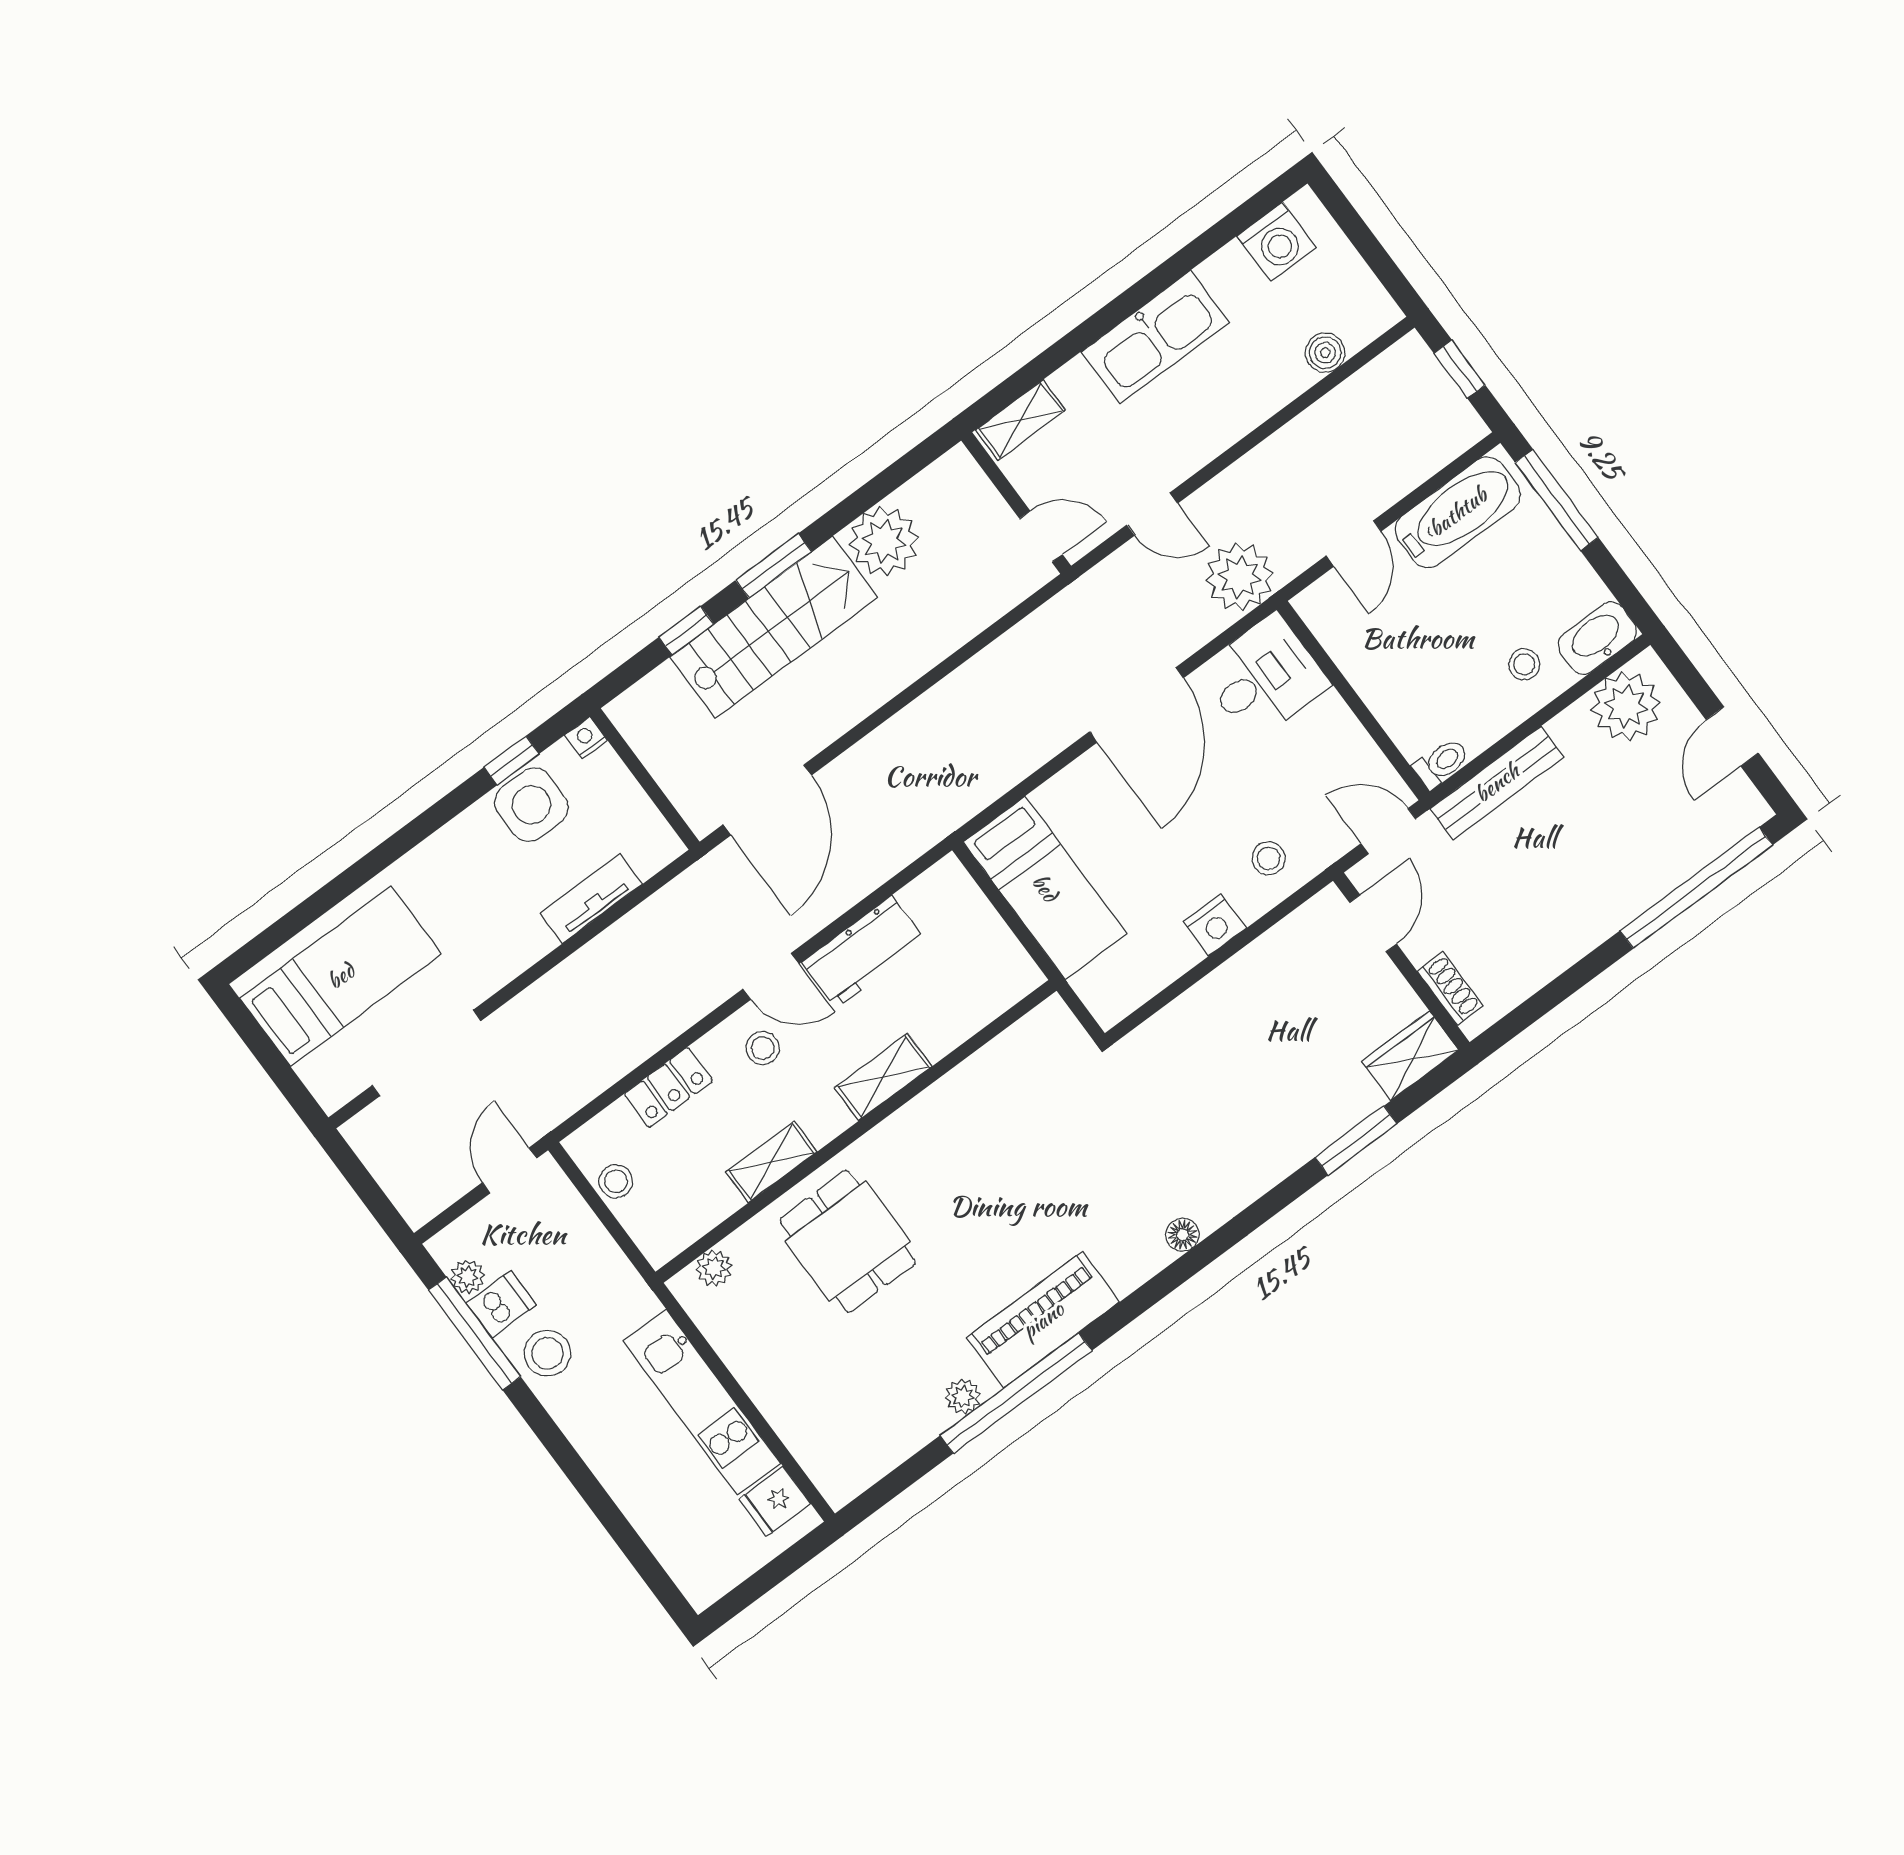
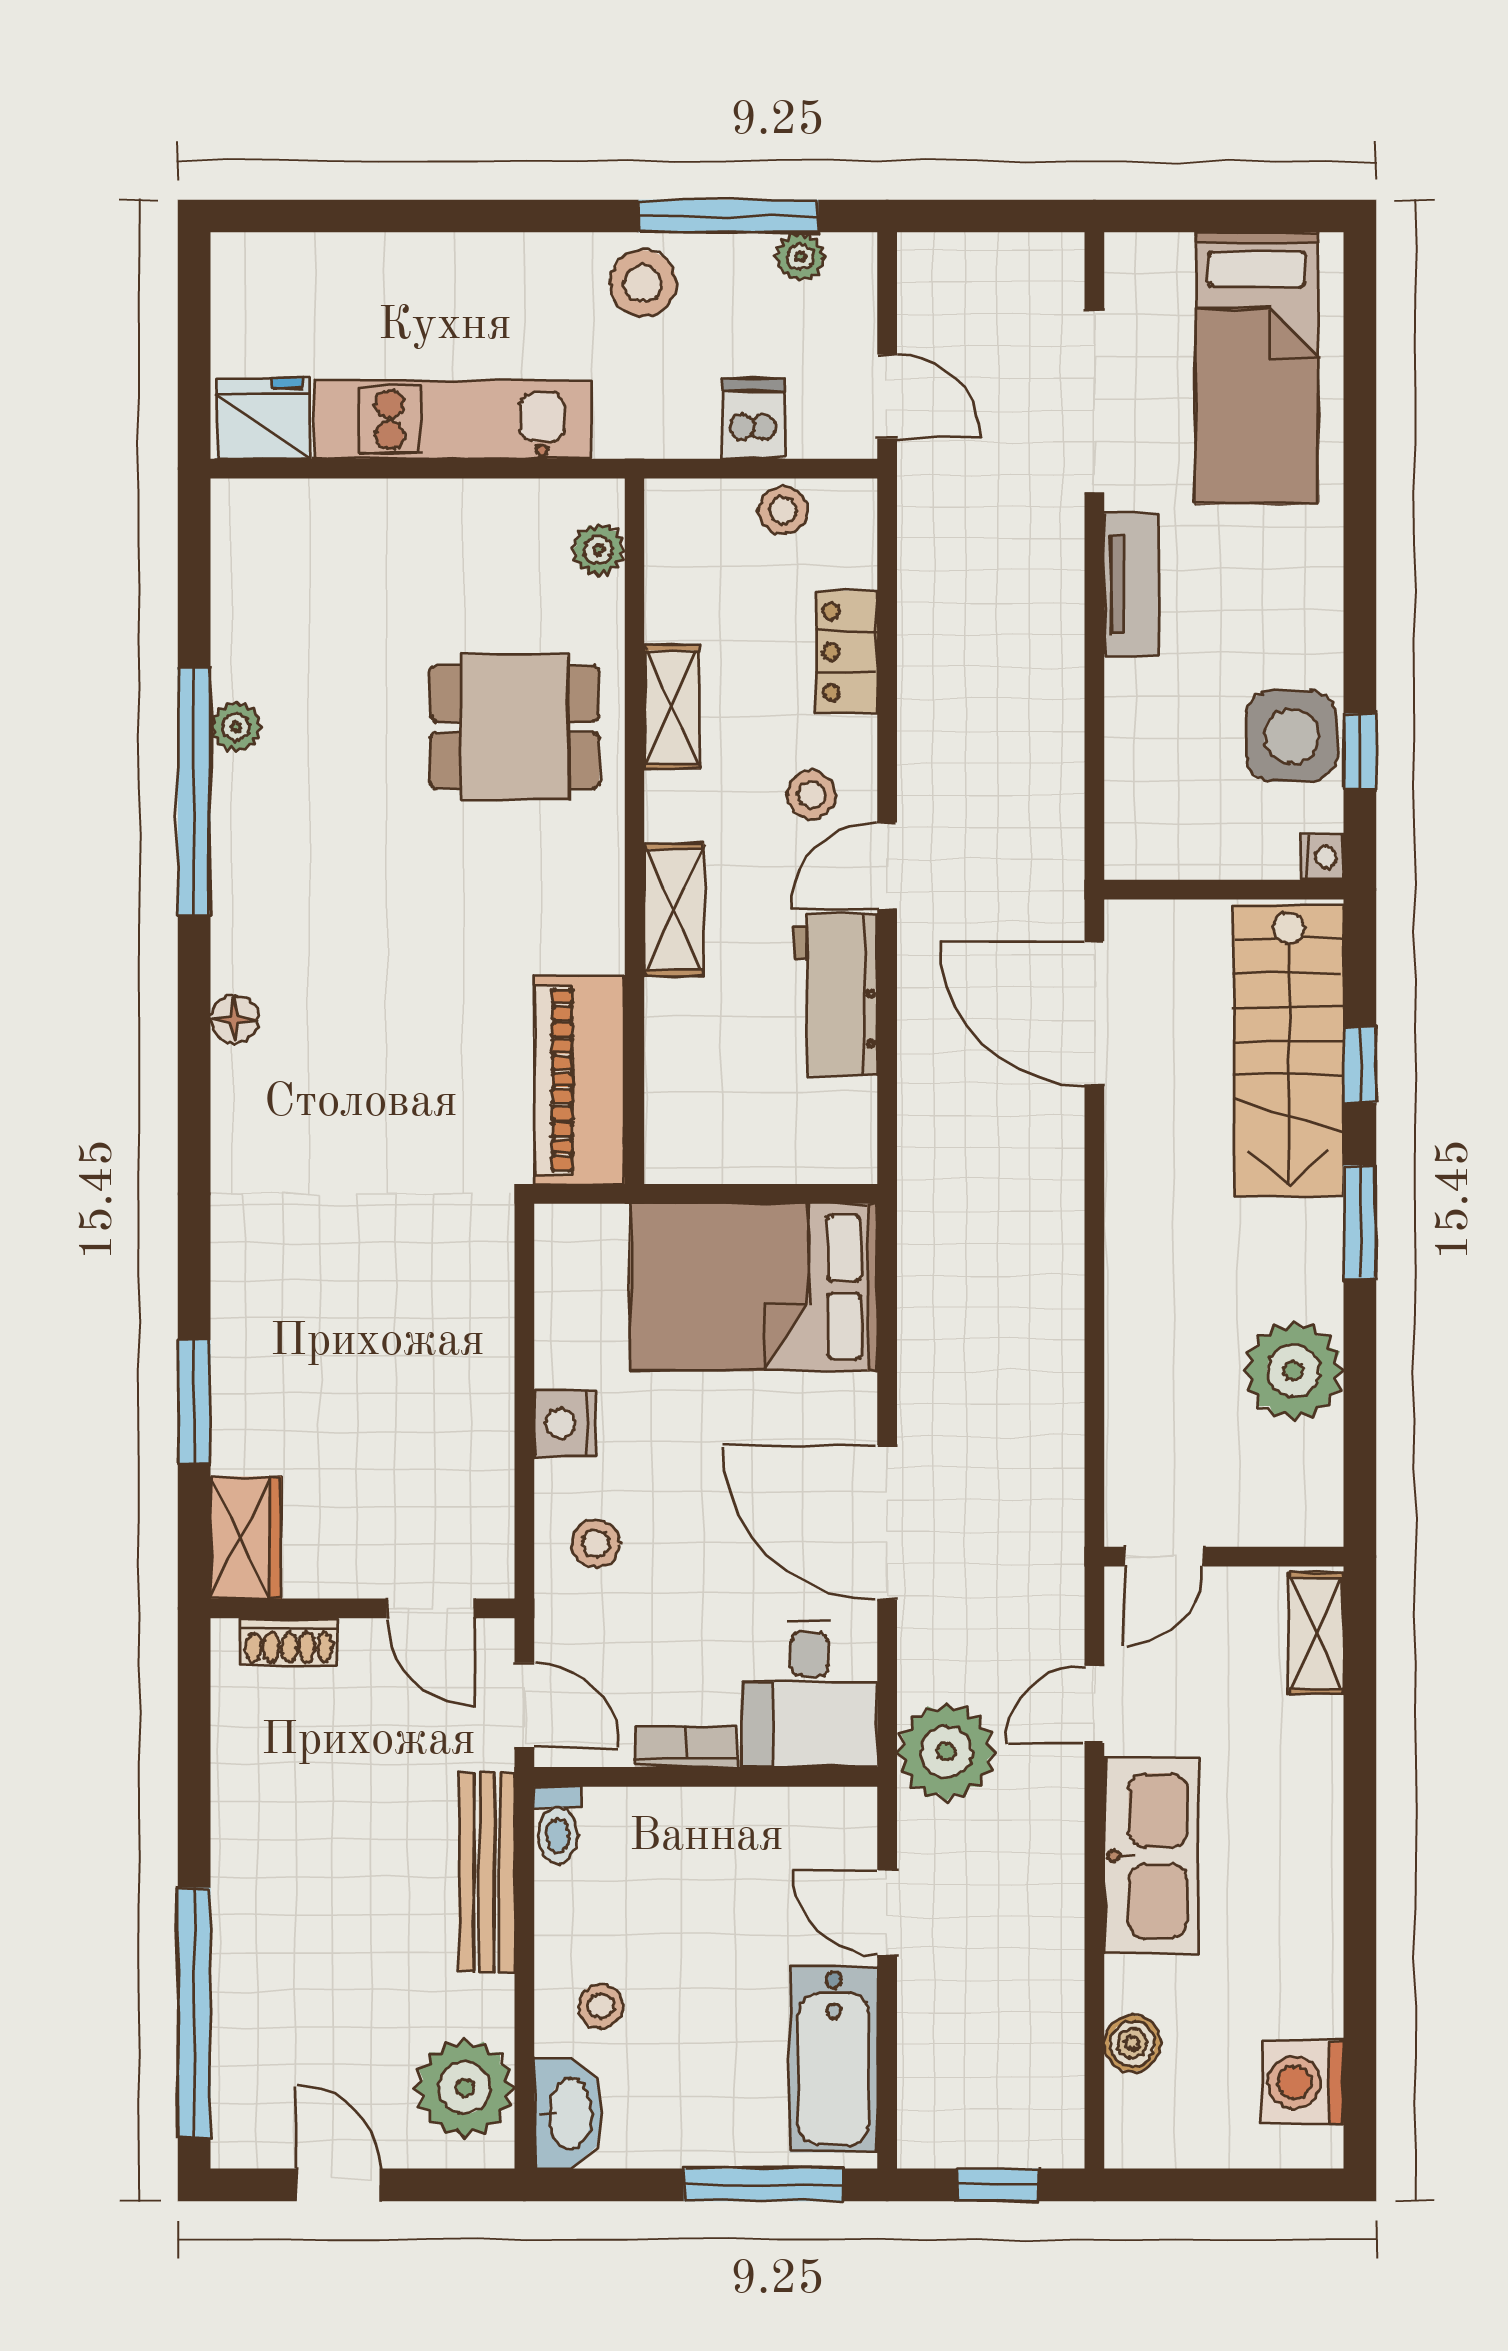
kitchen sink: (1155, 337) -> (1151, 1856), moved, turned 180
stairs: (774, 627) -> (1289, 1051), moved
bookcase: (1345, 724) -> (686, 1747), added
door: (1388, 831) -> (524, 1705), hinge flipped
bed: (1045, 888) -> (754, 1287), width x1.50
tv unit: (591, 899) -> (1131, 585), moved
floor lamp: (1183, 1235) -> (234, 1019), moved
dishwasher: (501, 1304) -> (754, 419), moved, turned 180
piano: (1043, 1320) -> (579, 1080), moved, turned 180
fridge: (775, 1502) -> (263, 419), width x1.38

